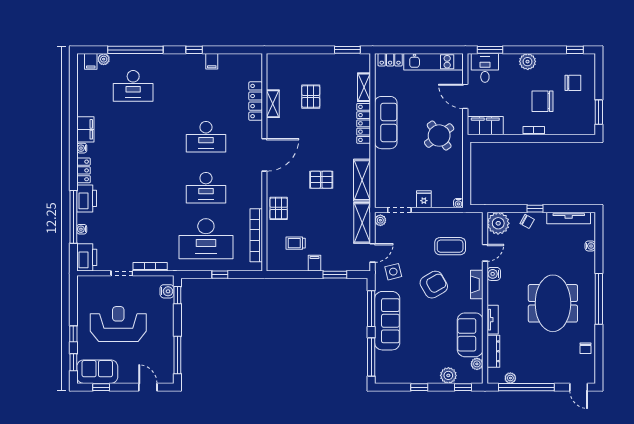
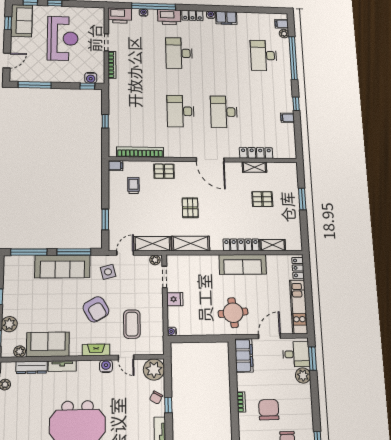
window: (347, 50) -> (302, 199), moved
plant: (528, 62) -> (303, 376), moved
round table: (439, 136) -> (233, 313), turned 31
desk: (206, 239) -> (179, 53), moved, width x0.73, depth x0.77
door: (373, 253) -> (125, 253), swing flipped
filing cabinet: (315, 263) -> (116, 166), moved

